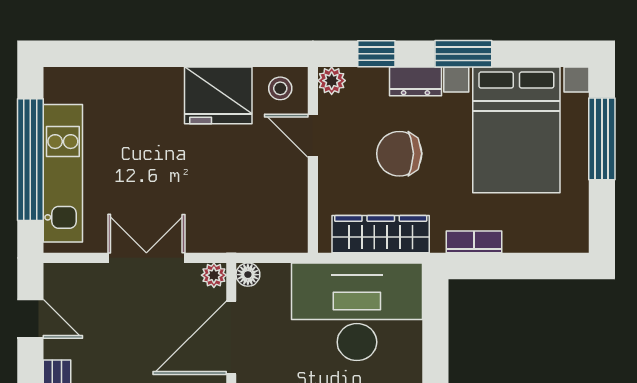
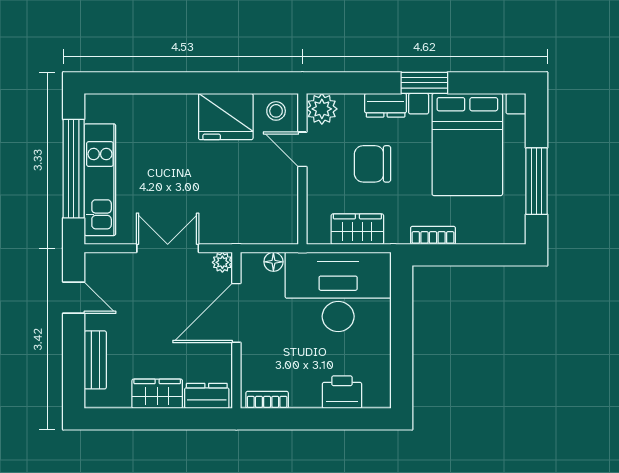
window: (376, 54) -> (354, 83), removed
plant: (332, 81) -> (322, 109), width x1.38, depth x1.38
window: (602, 139) -> (537, 181), moved
wardrobe: (381, 234) -> (357, 229), width x0.67
floor lamp: (248, 275) -> (273, 262), moved

